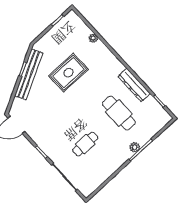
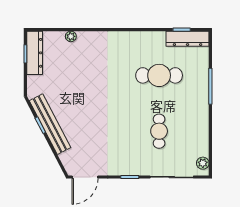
dresser: (63, 25) -> (35, 53), added
rug: (68, 73) -> (81, 87), removed
dresser: (134, 85) -> (188, 39), moved
plant: (135, 147) -> (203, 163), moved

